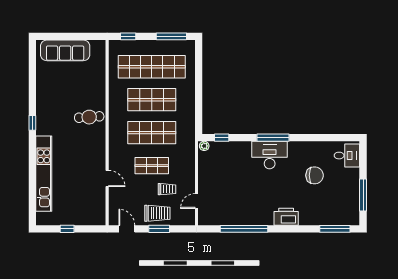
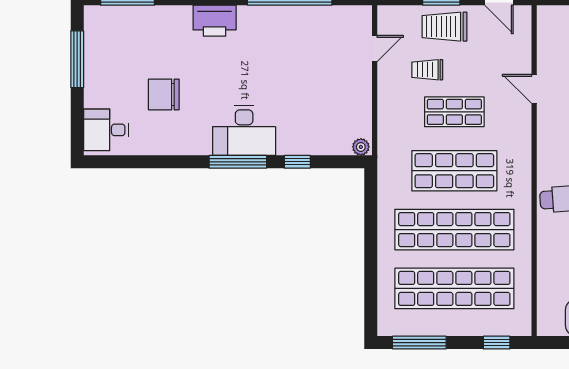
shop shelf: (152, 100) -> (454, 230), width x1.40
window: (222, 138) -> (297, 162), moved

